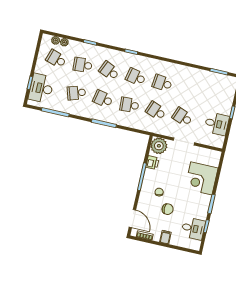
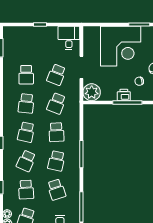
school desk: (189, 89) -> (26, 75), added
desk: (217, 124) -> (69, 38), moved
printer: (152, 163) -> (124, 95), moved
corner desk: (201, 178) -> (121, 46), width x1.36, depth x1.36

